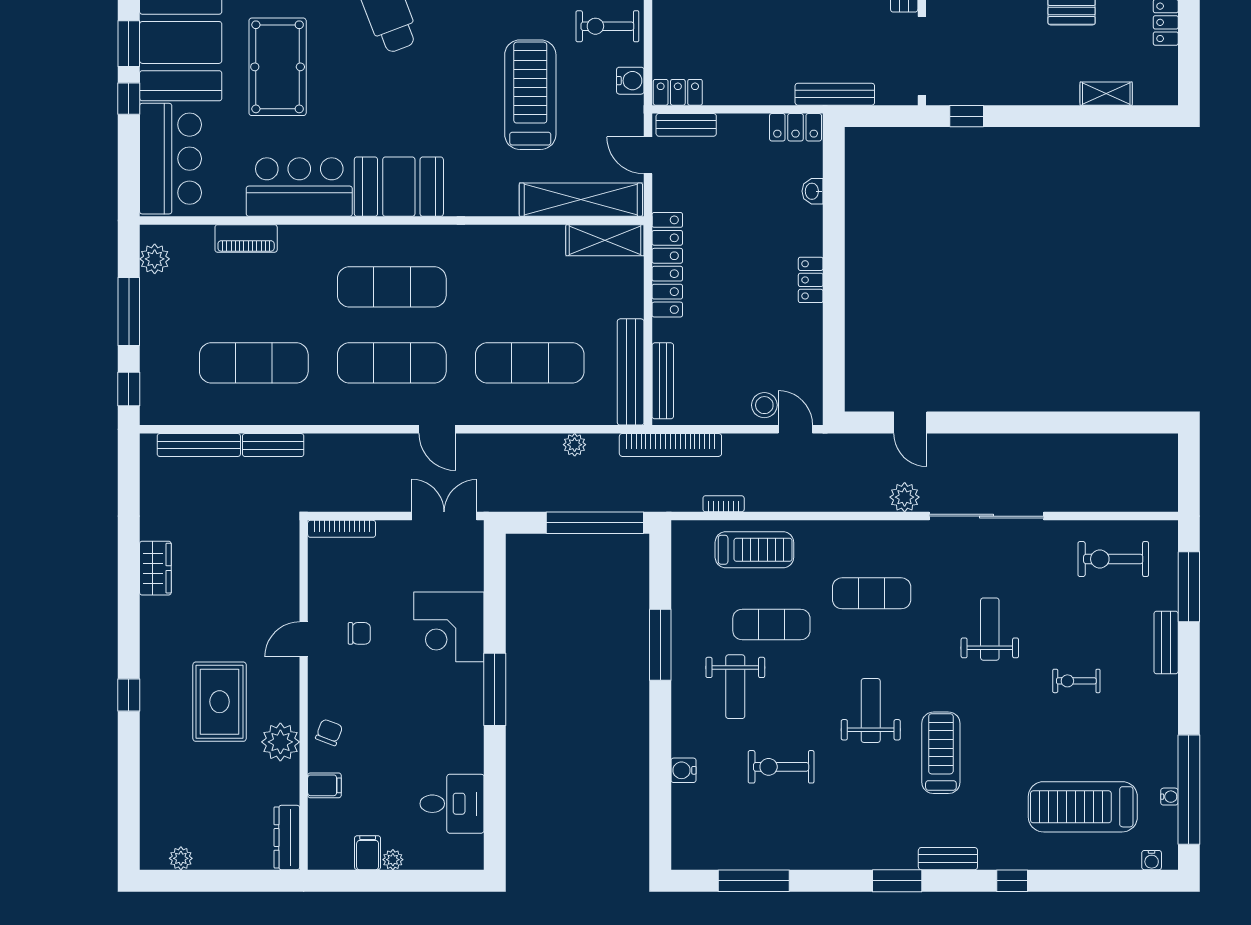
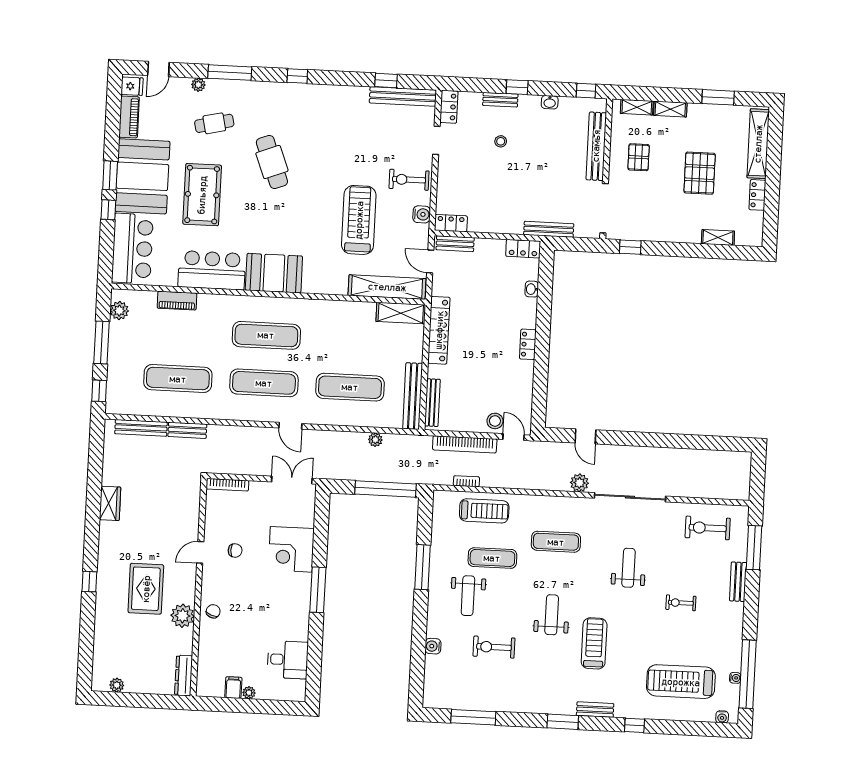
bookcase: (670, 445) -> (465, 444), moved
filing cabinet: (324, 785) -> (209, 644), removed

